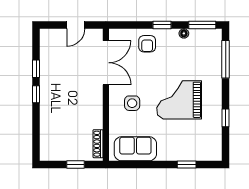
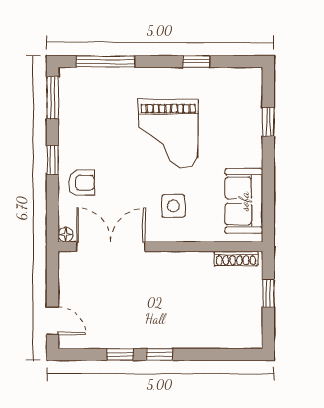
door: (76, 25) -> (53, 321), moved
floor lamp: (184, 33) -> (66, 235), moved

